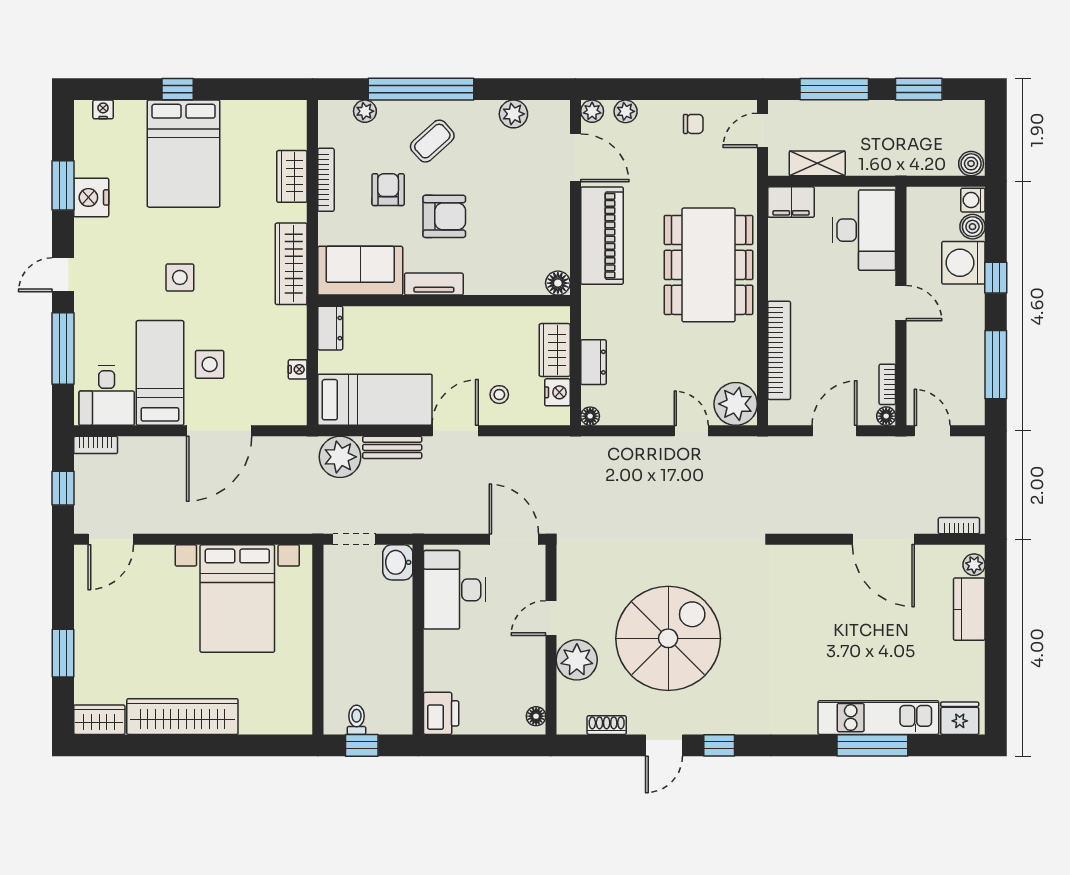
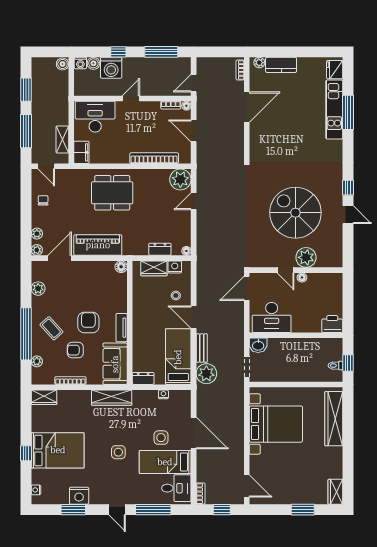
wardrobe: (292, 176) -> (44, 397), moved
dining table: (709, 265) -> (112, 193), width x0.73, depth x0.80
floor lamp: (536, 716) -> (302, 277), moved
wardrobe: (182, 717) -> (334, 419), moved
shoe rack: (607, 725) -> (338, 243), removed

